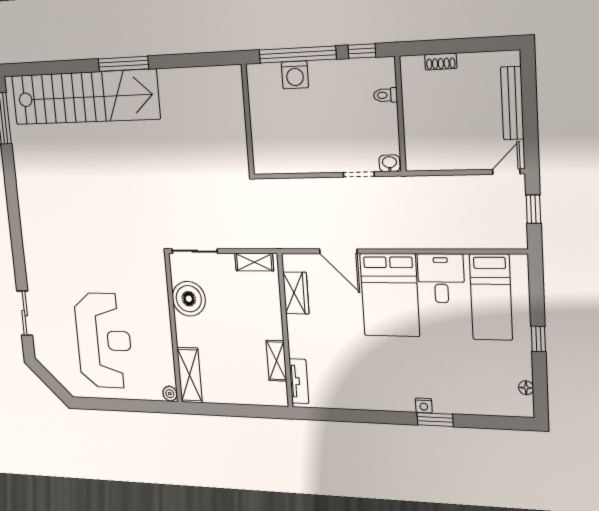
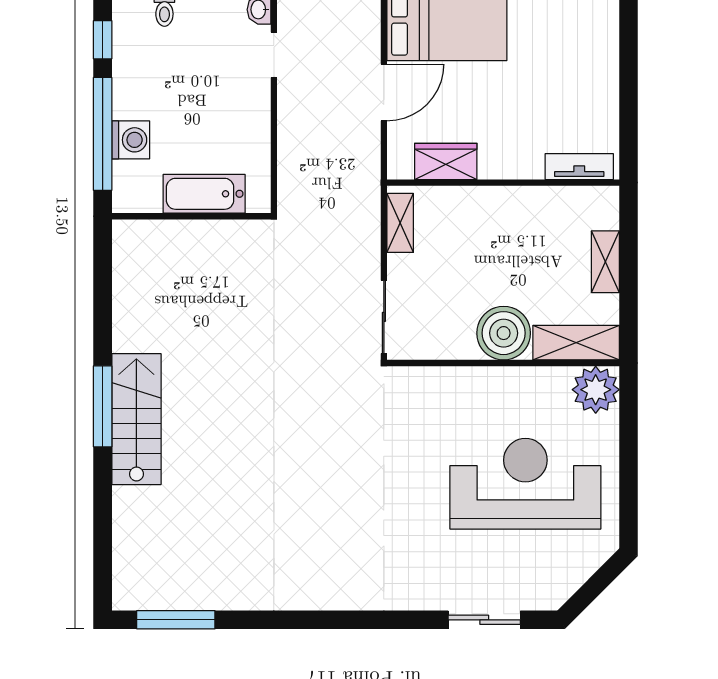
stairs: (85, 97) -> (136, 419), width x0.54, depth x0.66
bathtub: (263, 128) -> (204, 194), added
boiler: (189, 299) -> (504, 333), moved
shelving: (276, 361) -> (605, 262), moved, turned 90
plant: (170, 394) -> (596, 390), width x1.87, depth x1.87

